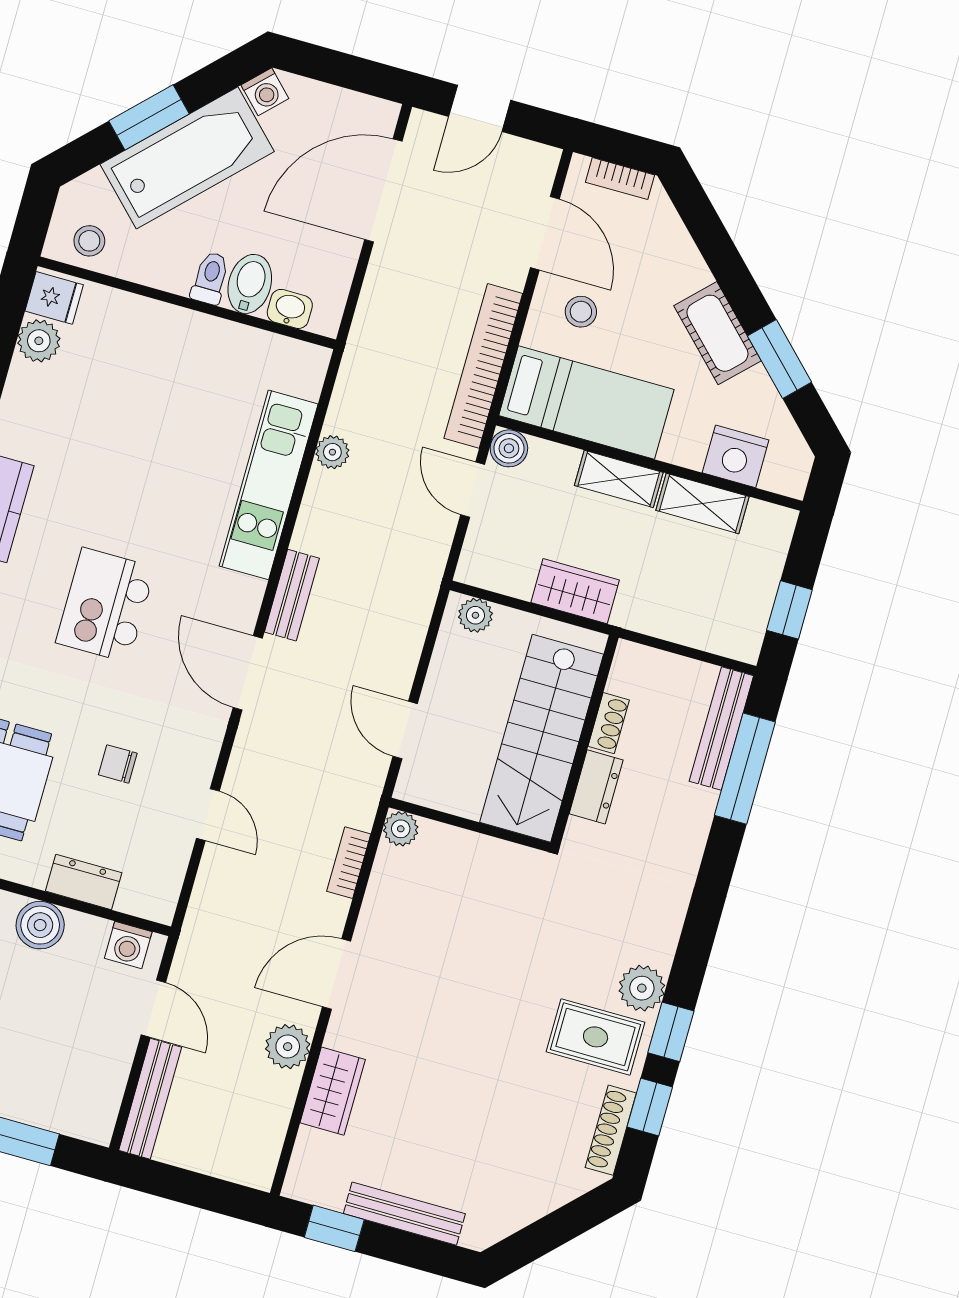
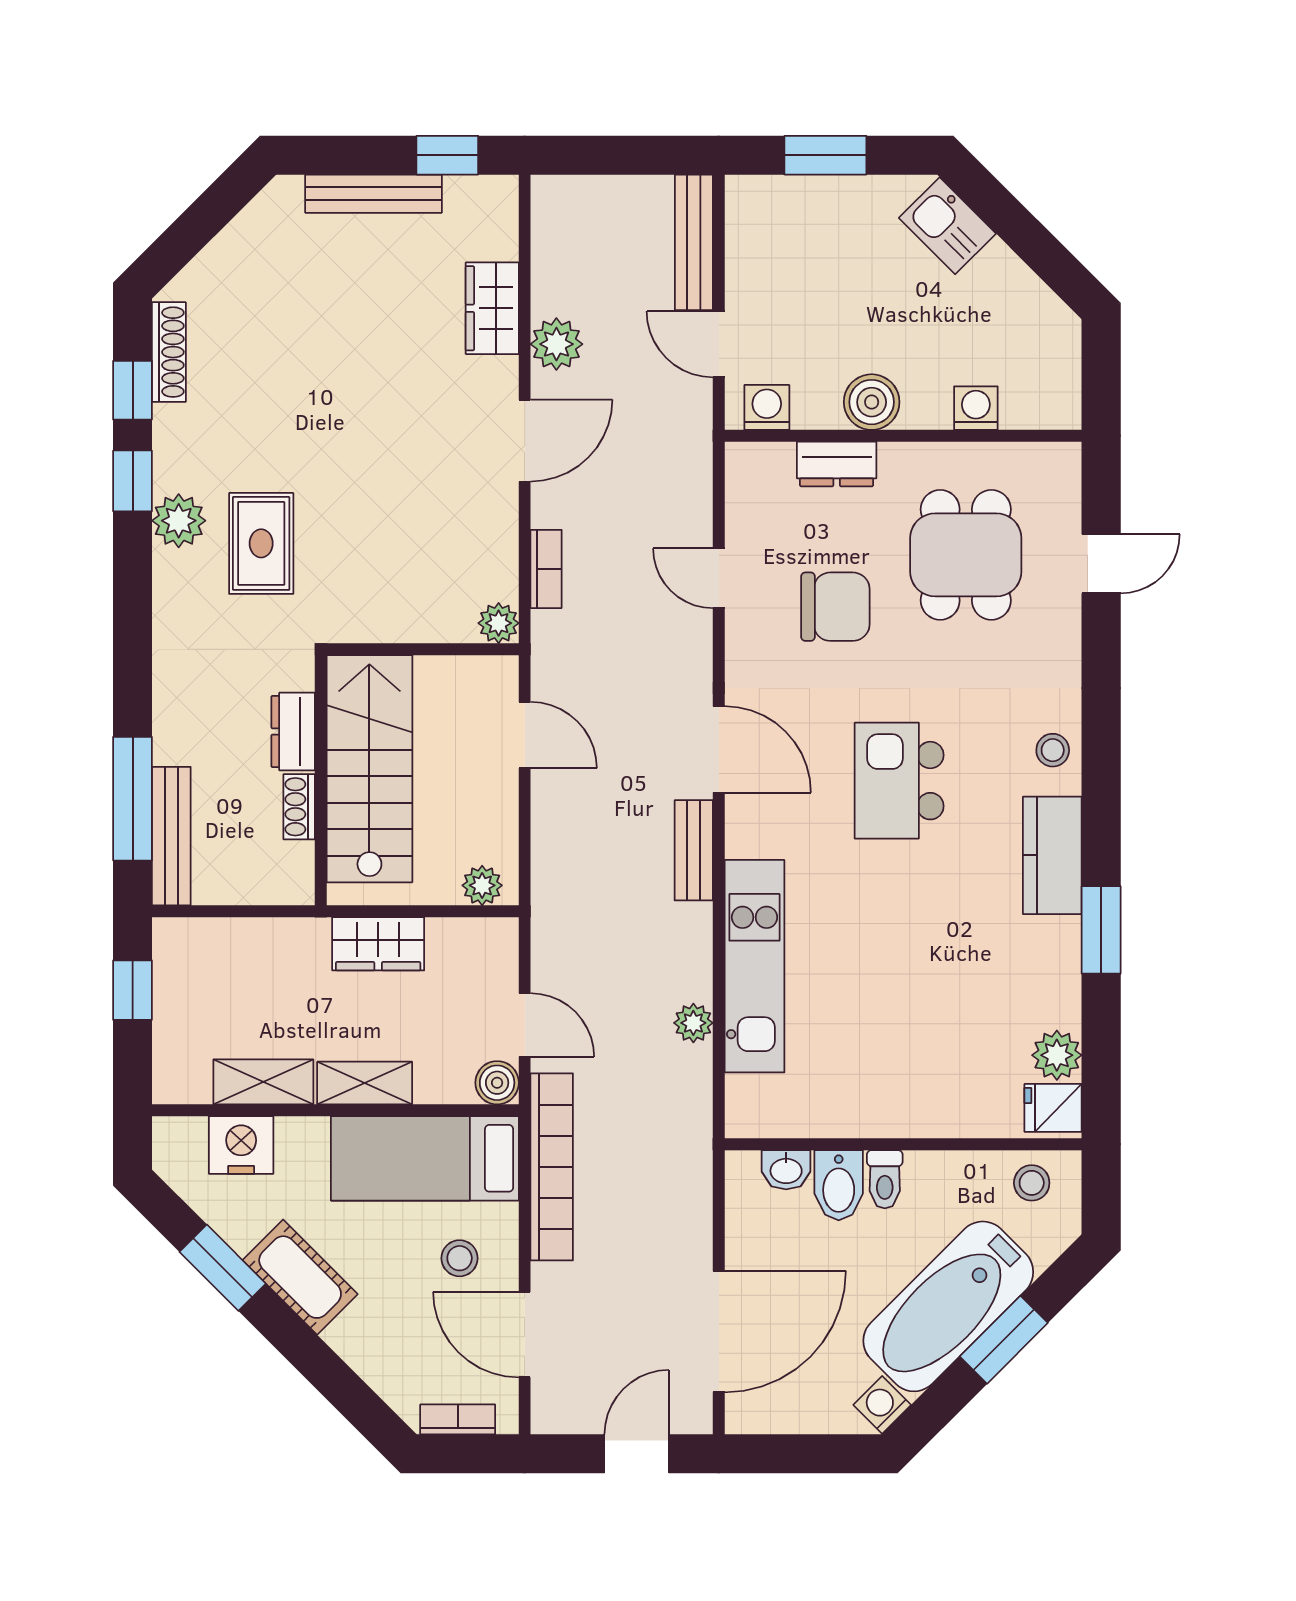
kitchen island: (105, 605) -> (899, 781), turned 180
chair: (118, 764) -> (835, 607), width x1.87, depth x1.87
rug: (596, 1037) -> (261, 543), moved, turned 90

